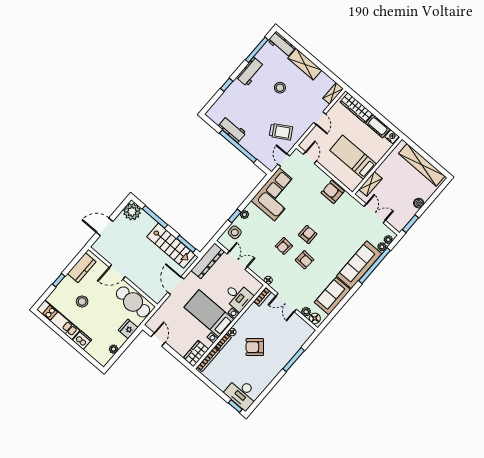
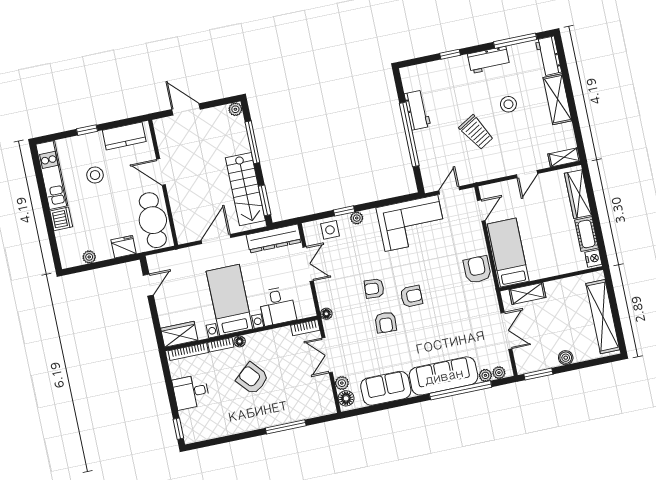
trolley: (281, 132) -> (476, 132), moved
bed: (353, 157) -> (508, 253), moved
plant: (132, 212) -> (235, 109), width x0.53, depth x0.53
desk: (242, 394) -> (191, 392), moved, width x0.73

